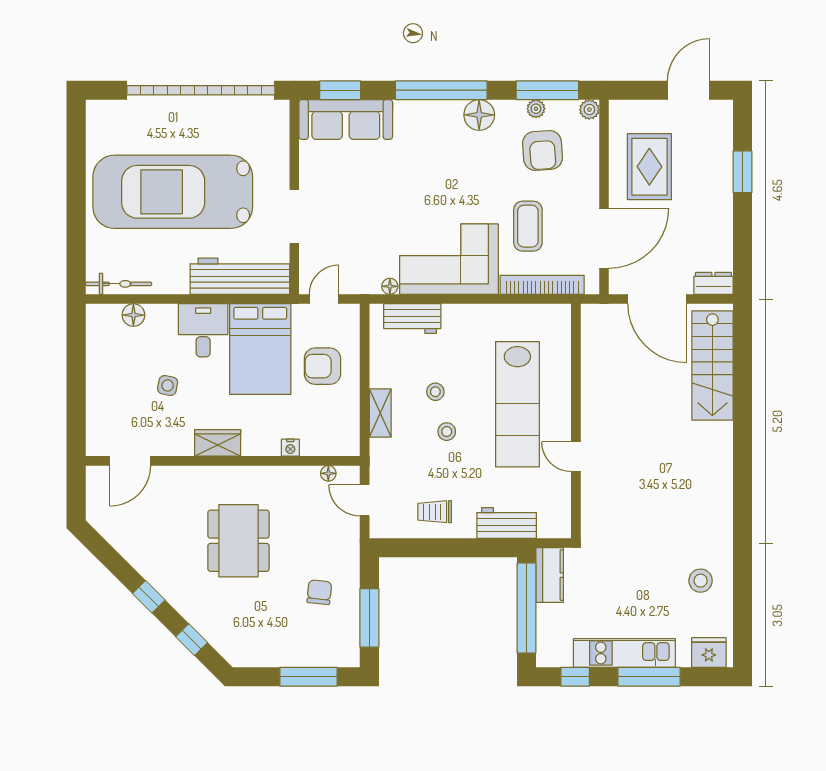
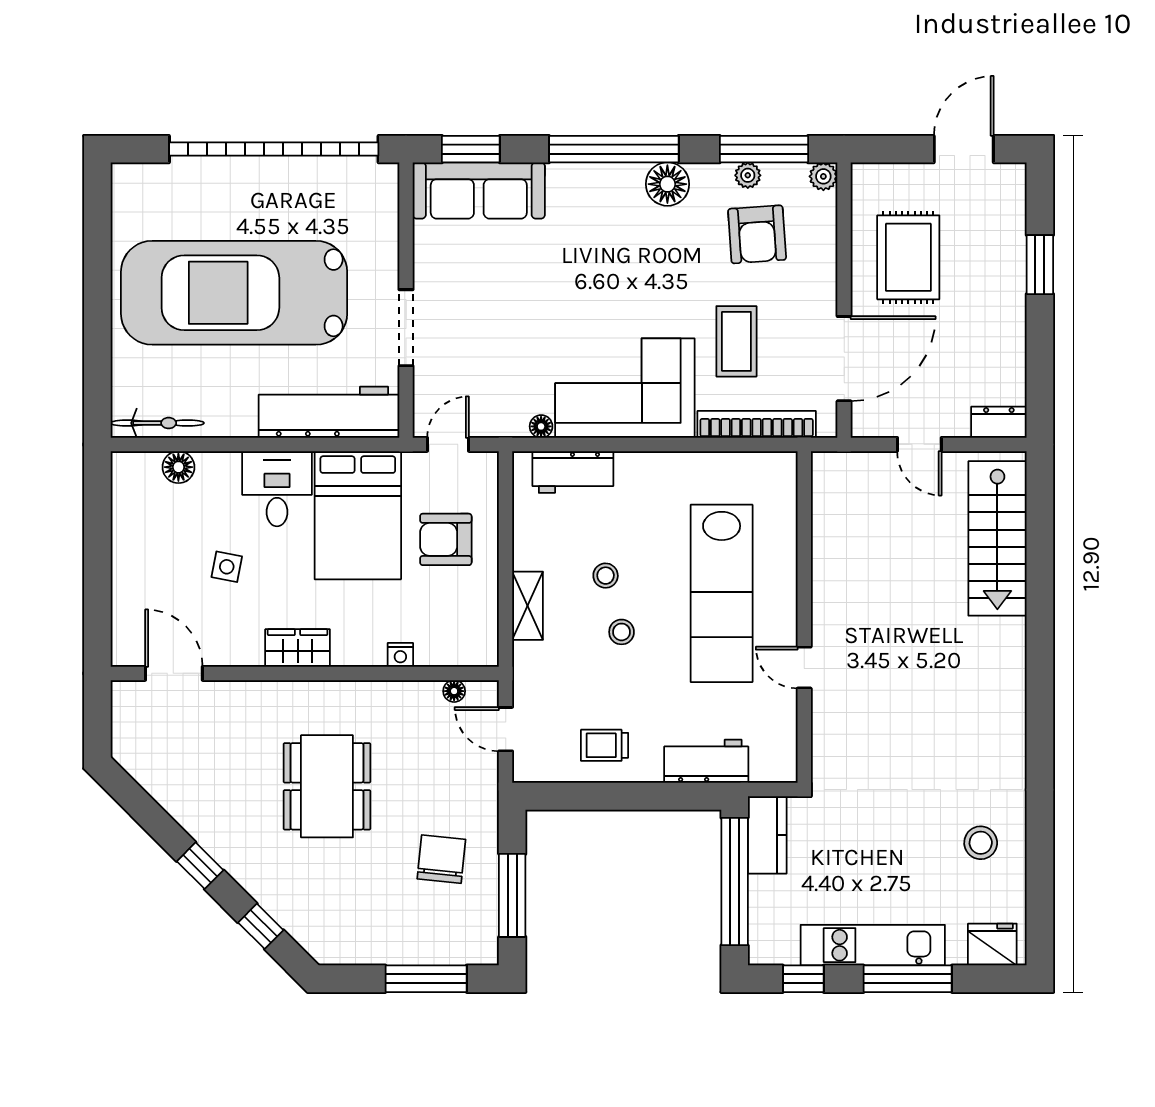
door: (657, 299) -> (919, 444), width x0.53
door: (130, 461) -> (174, 673), swing flipped
chair: (319, 592) -> (441, 859), width x1.37, depth x1.37

